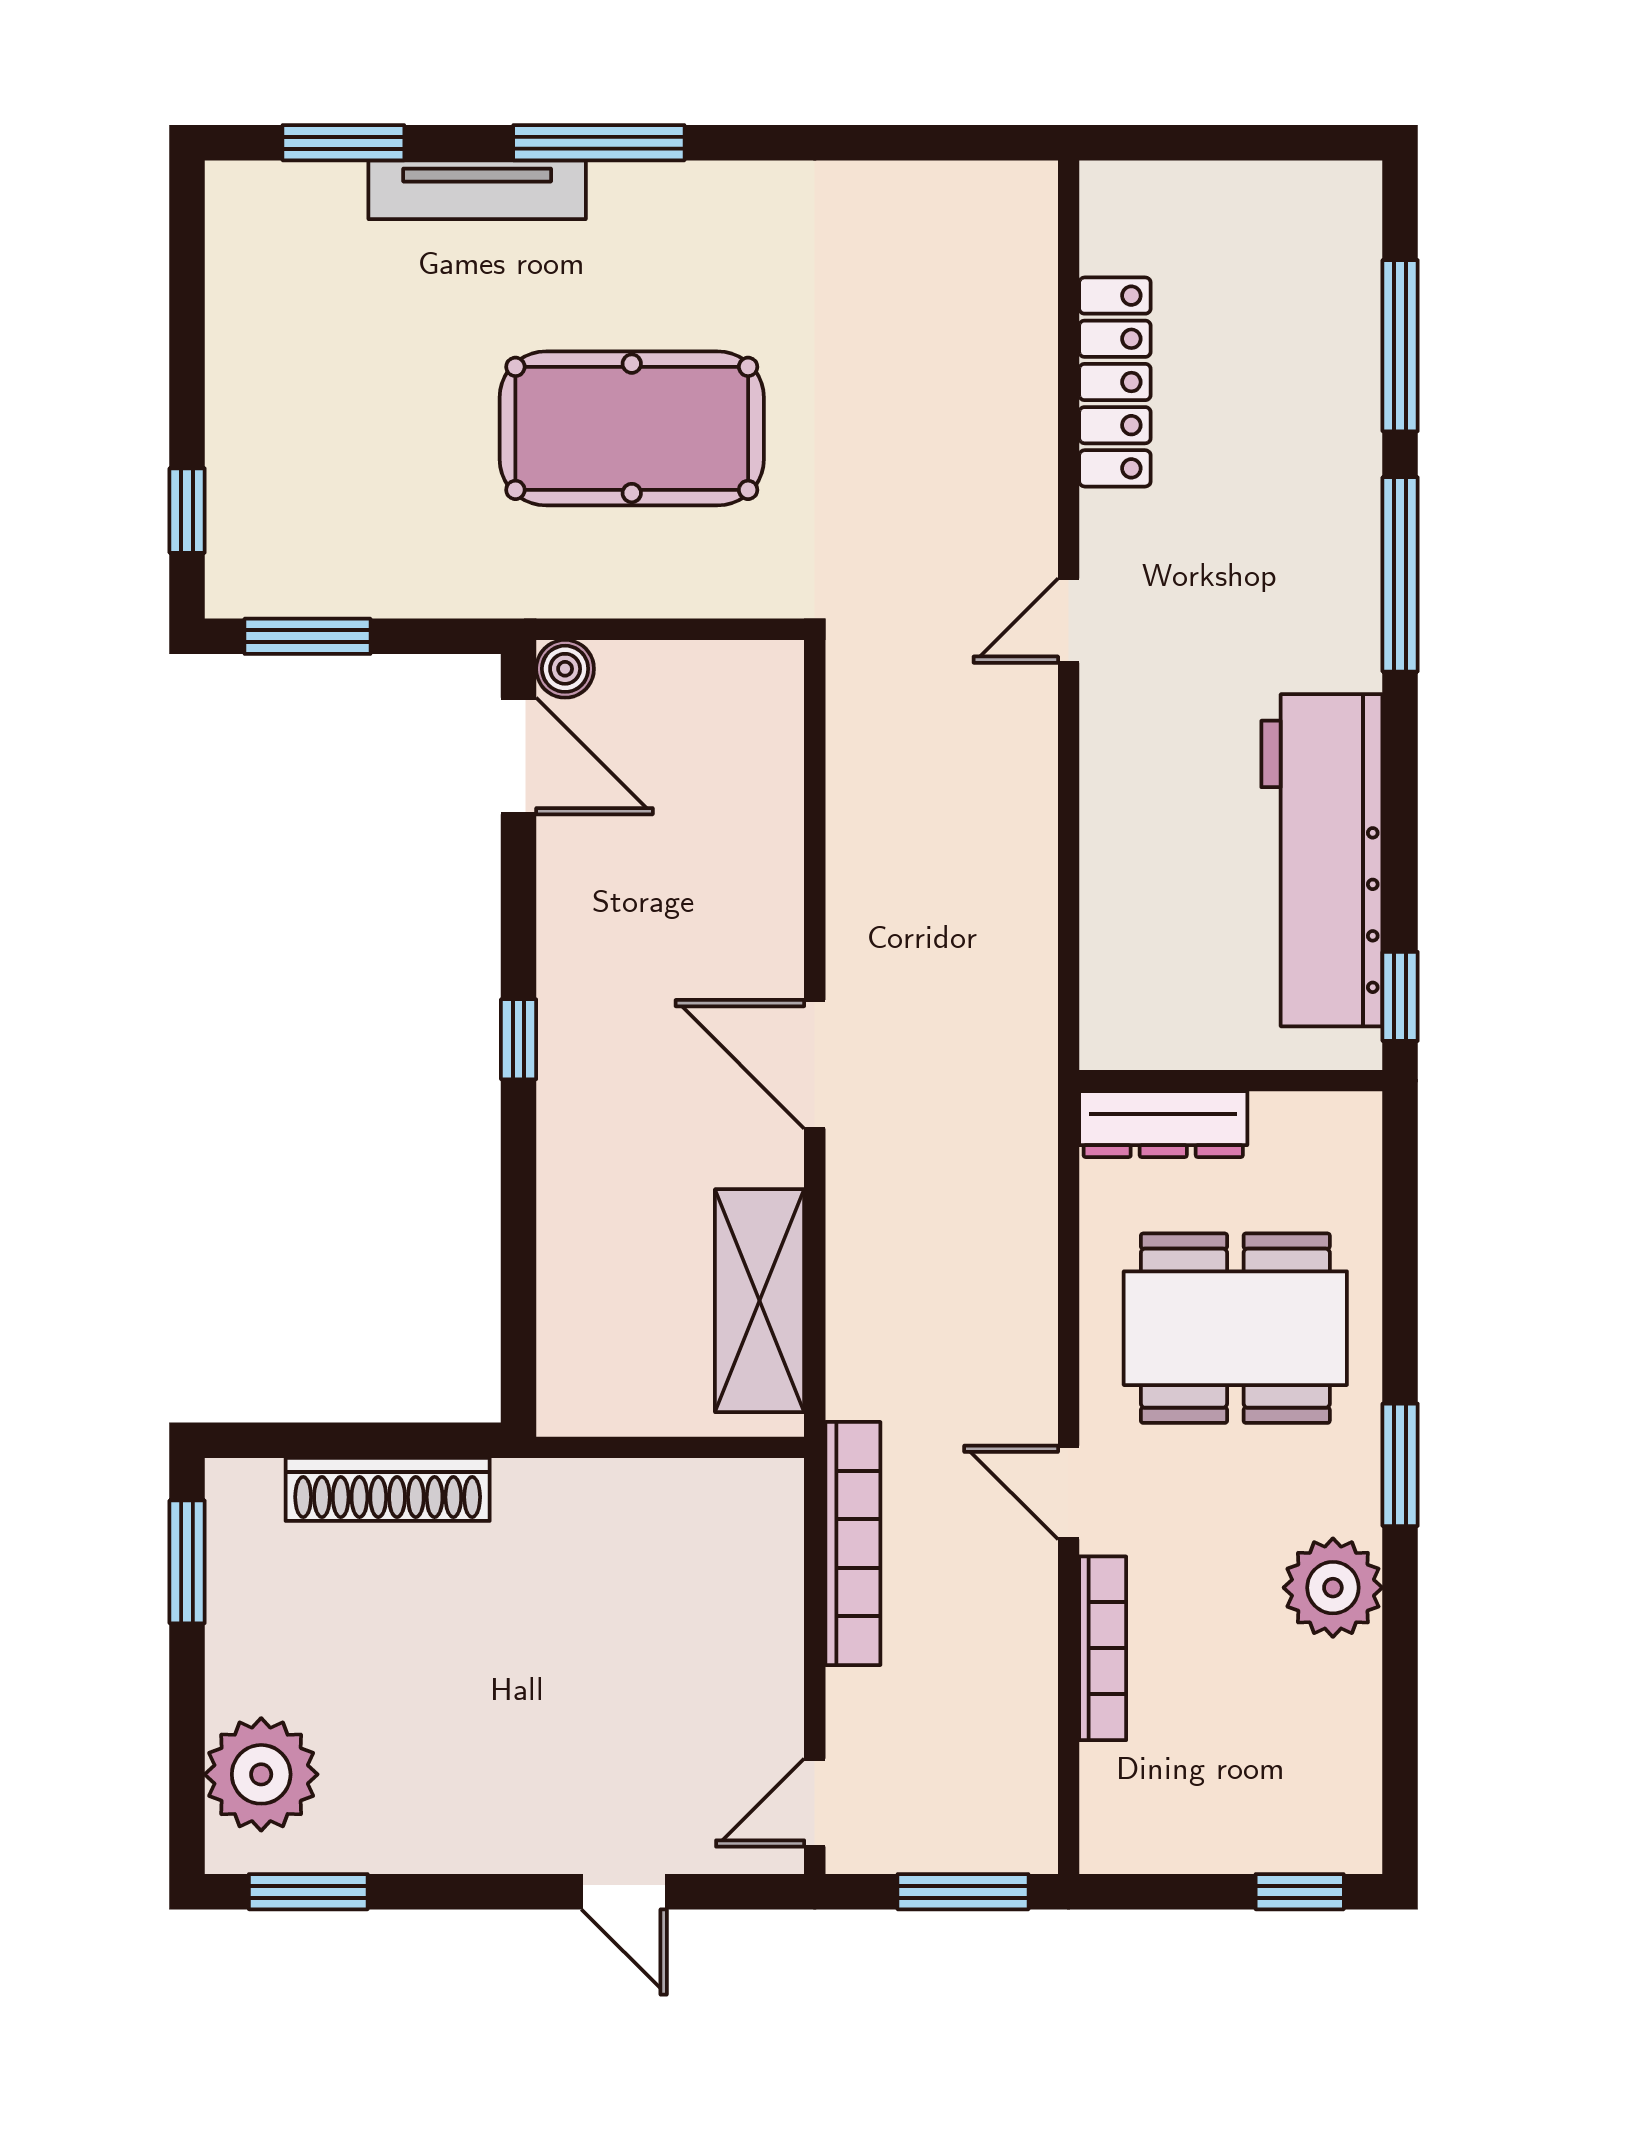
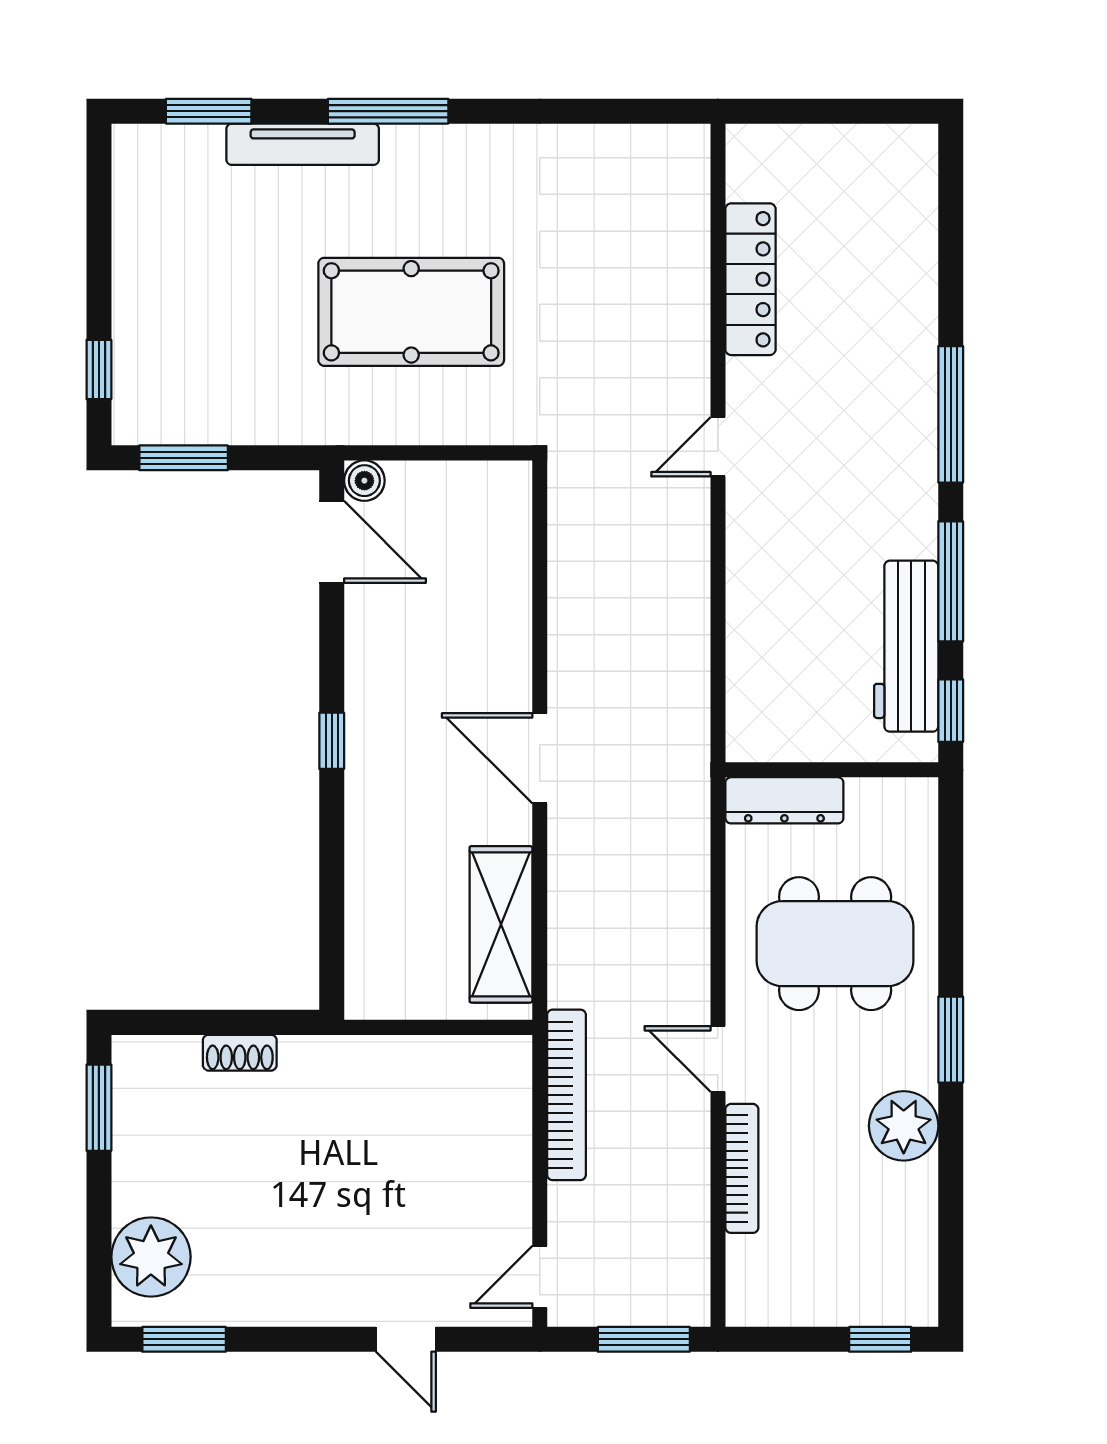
window: (1400, 346) -> (951, 581), moved
workbench: (1322, 860) -> (906, 646), width x0.73, depth x0.76
shoe rack: (388, 1489) -> (240, 1053), width x0.51, depth x0.81

